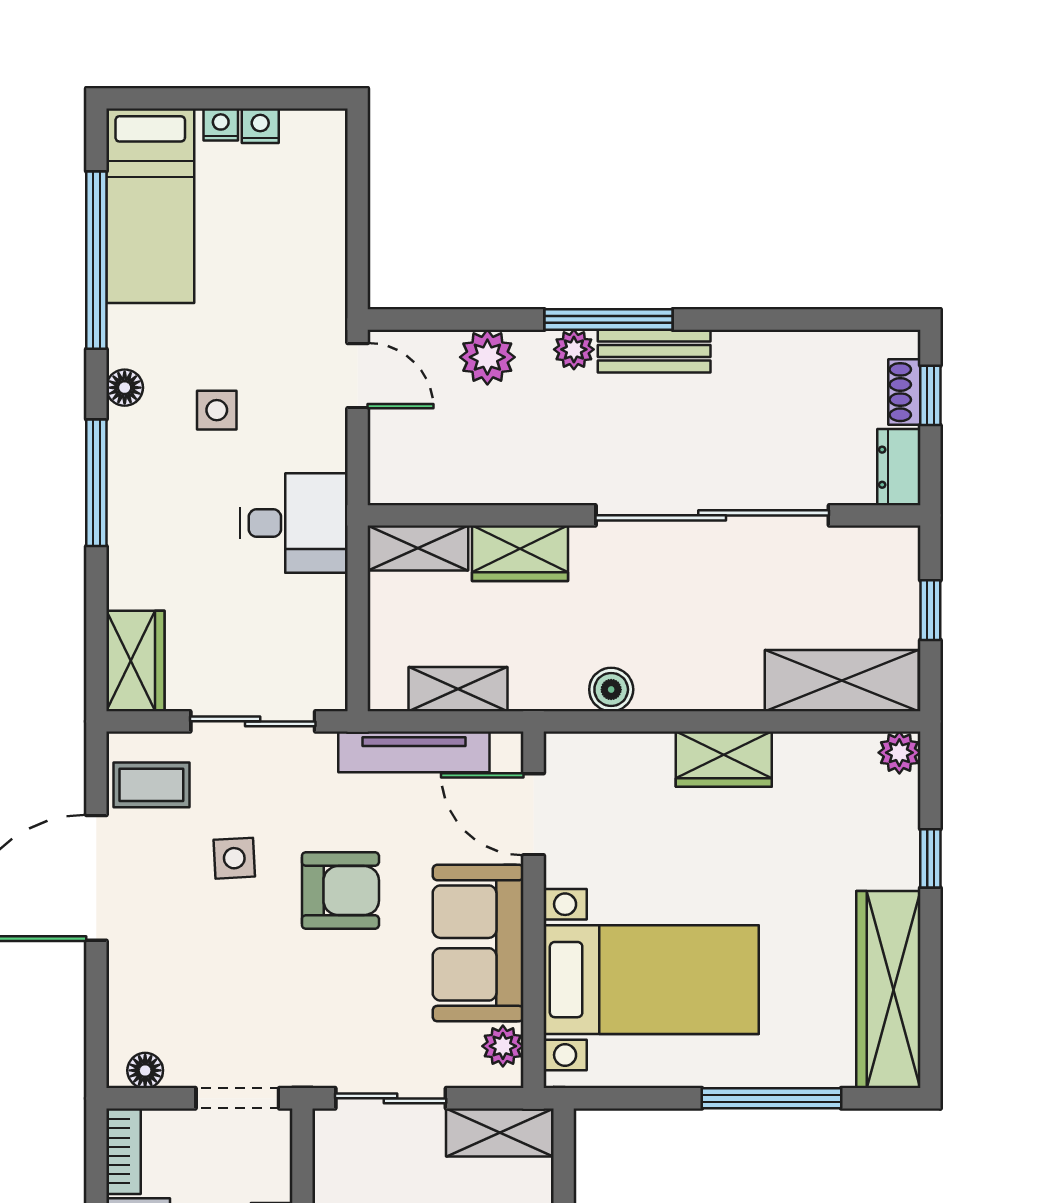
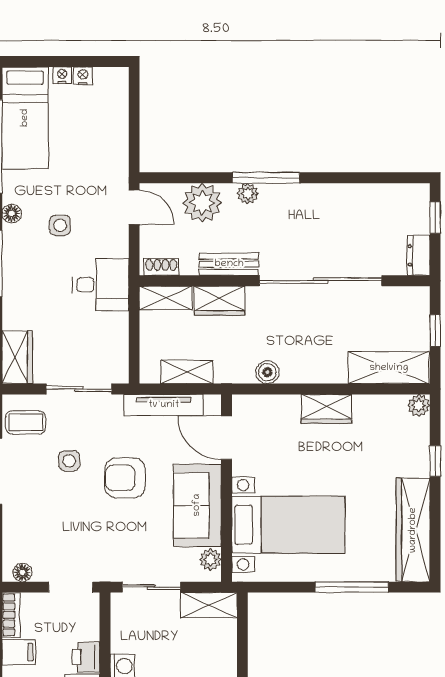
bench: (654, 351) -> (229, 264), moved
plant: (487, 357) -> (202, 203), width x1.36, depth x1.36
shoe rack: (904, 392) -> (161, 267), moved, turned 90
armchair: (340, 891) -> (125, 478), turned 180

